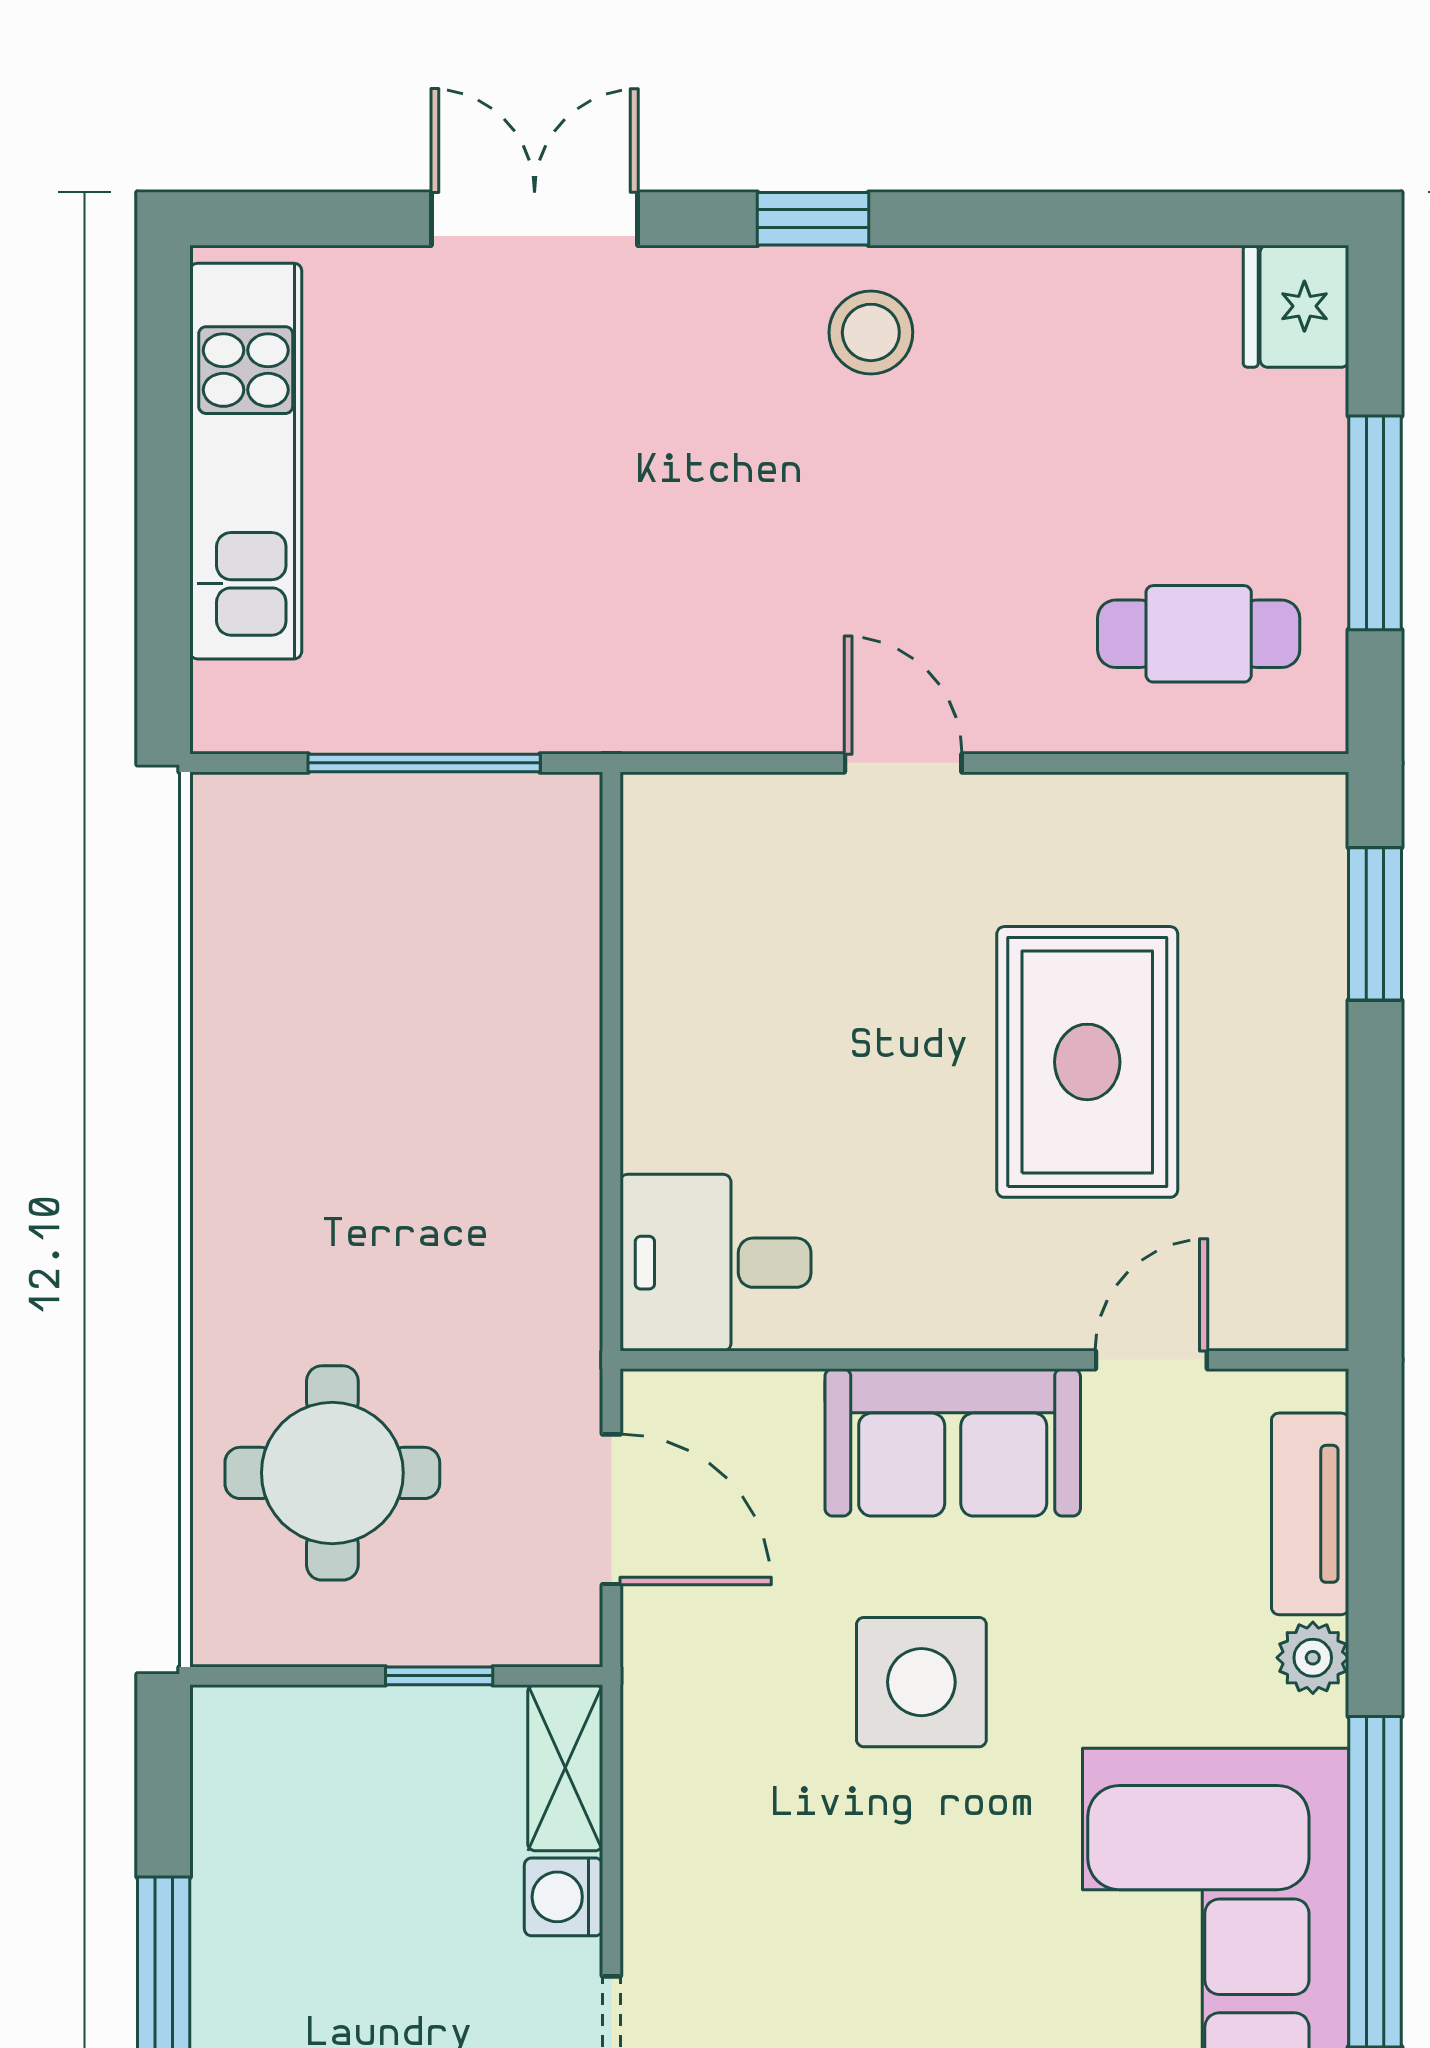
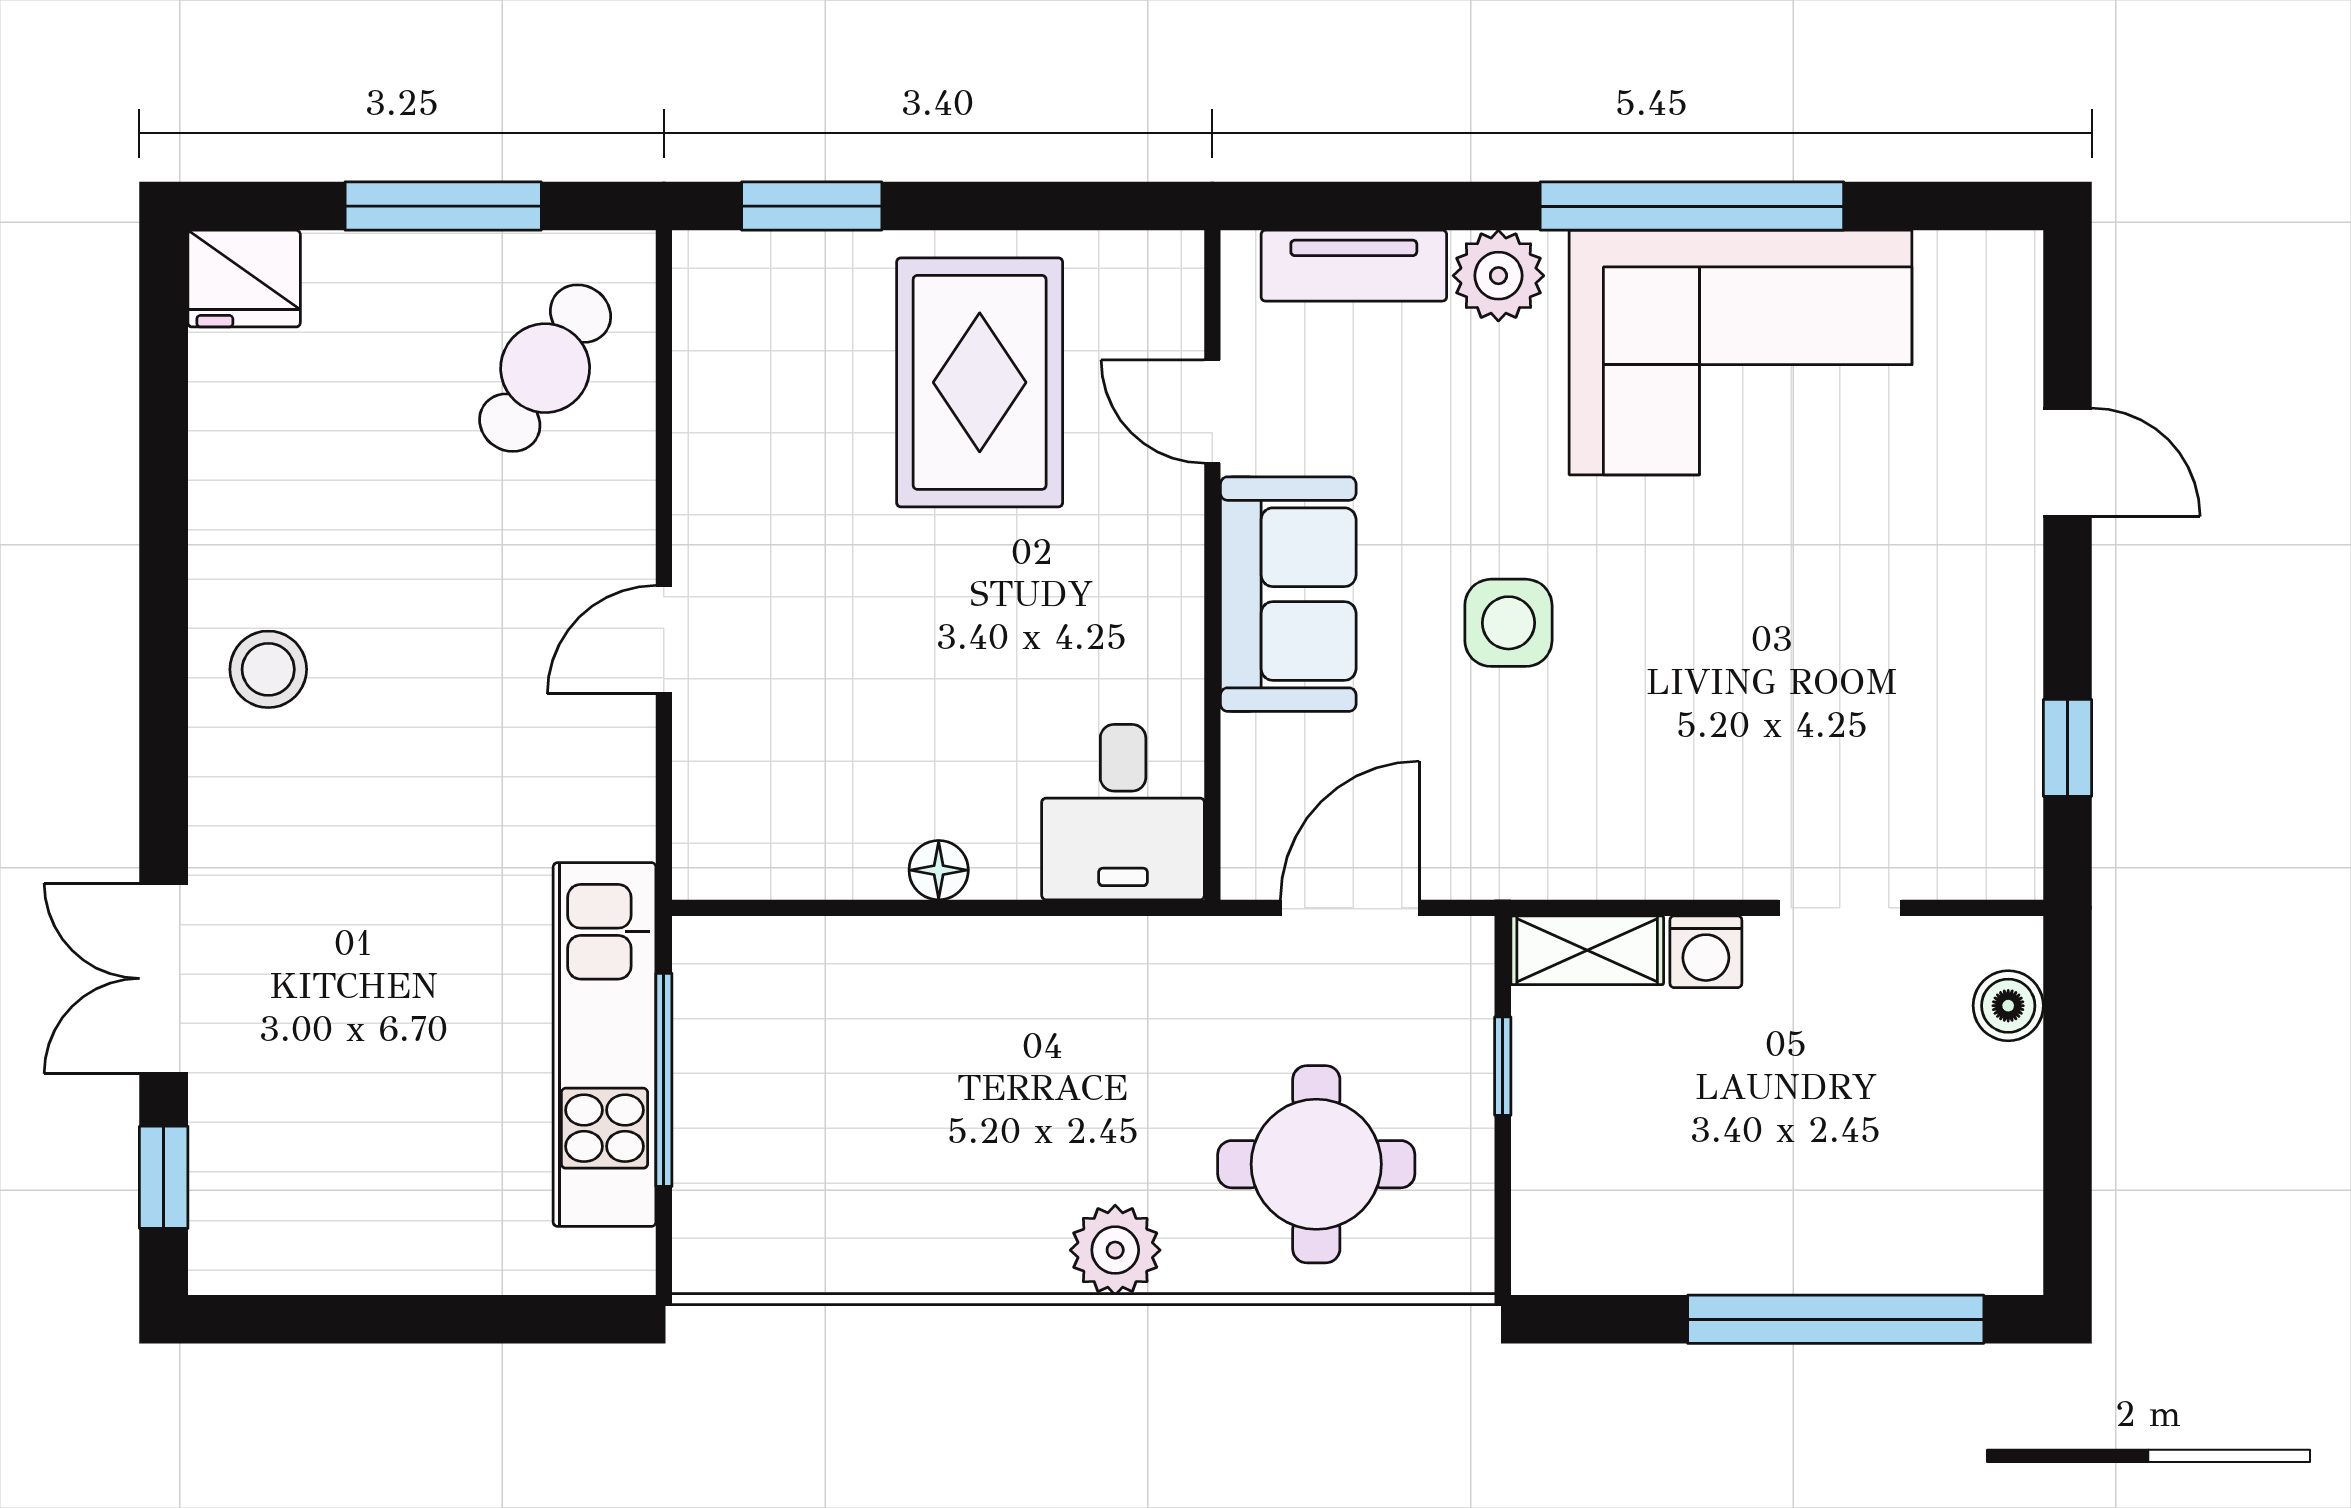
window: (813, 219) -> (164, 1177), moved
kitchen unit: (246, 461) -> (605, 1045), moved, turned -90
cafe table: (1199, 634) -> (545, 368), turned 33
floor lamp: (652, 1062) -> (939, 870), added
rug: (1087, 1062) -> (980, 382), moved, turned 90
plant: (239, 1254) -> (1115, 1250), added
plant: (1313, 1658) -> (1498, 276), width x1.38, depth x1.38
side table: (921, 1682) -> (1508, 623), width x0.73, depth x0.73

